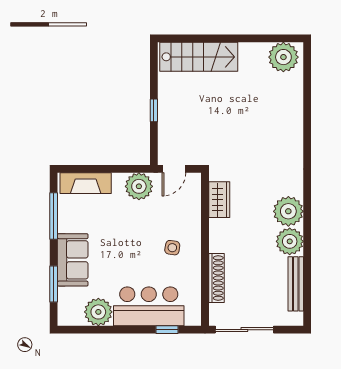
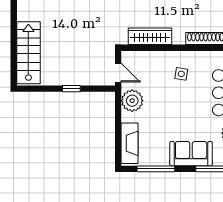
wardrobe: (219, 200) -> (150, 36), width x1.50

